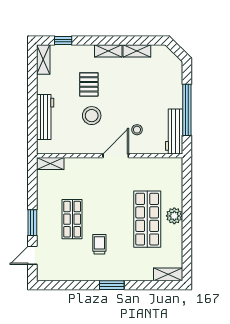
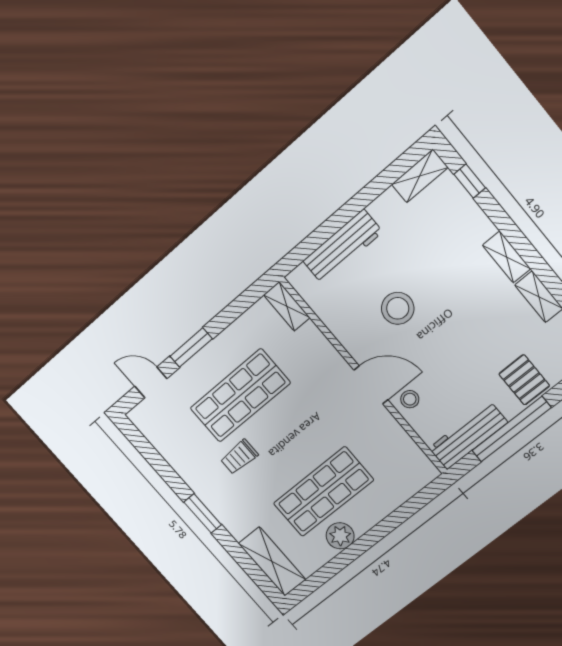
pallet: (89, 84) -> (524, 380), moved, turned 90
stool: (137, 130) -> (410, 399), moved
plant: (174, 216) -> (340, 536), moved
shop shelf: (72, 219) -> (240, 396), width x1.43, depth x1.36
trolley: (99, 244) -> (239, 457), turned 180
shelving: (168, 274) -> (272, 561), width x1.50, depth x1.33

